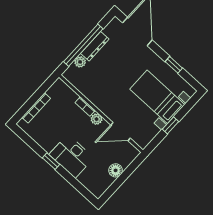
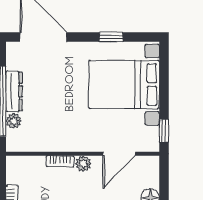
bed with nightstands: (157, 97) -> (124, 85), width x1.36
window: (170, 125) -> (164, 131), moved

